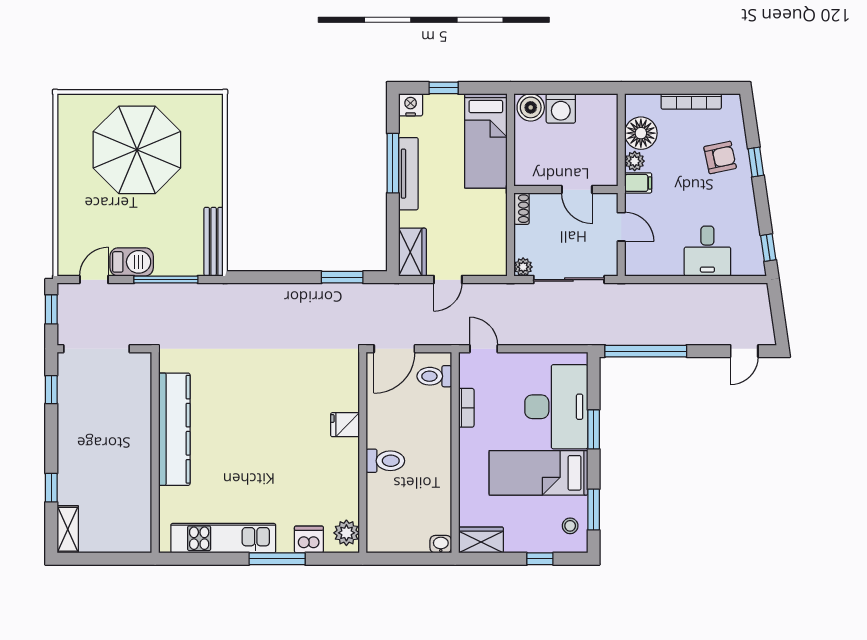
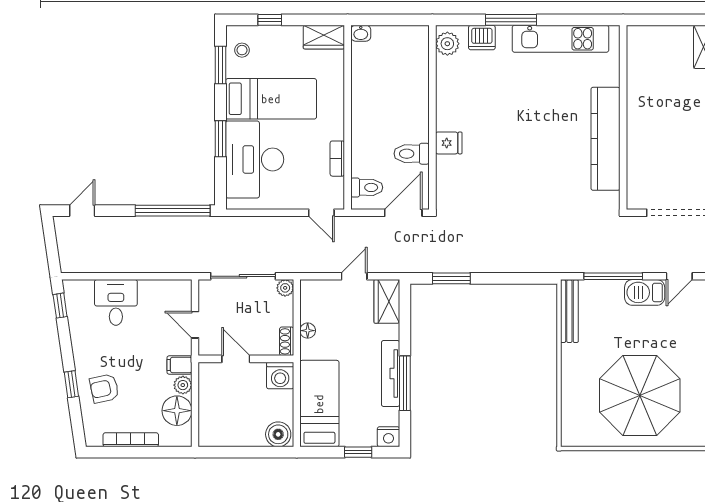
washing machine: (561, 108) -> (280, 376), moved, turned 180
floor lamp: (499, 220) -> (308, 331), added
toilet: (385, 461) -> (412, 154), moved

